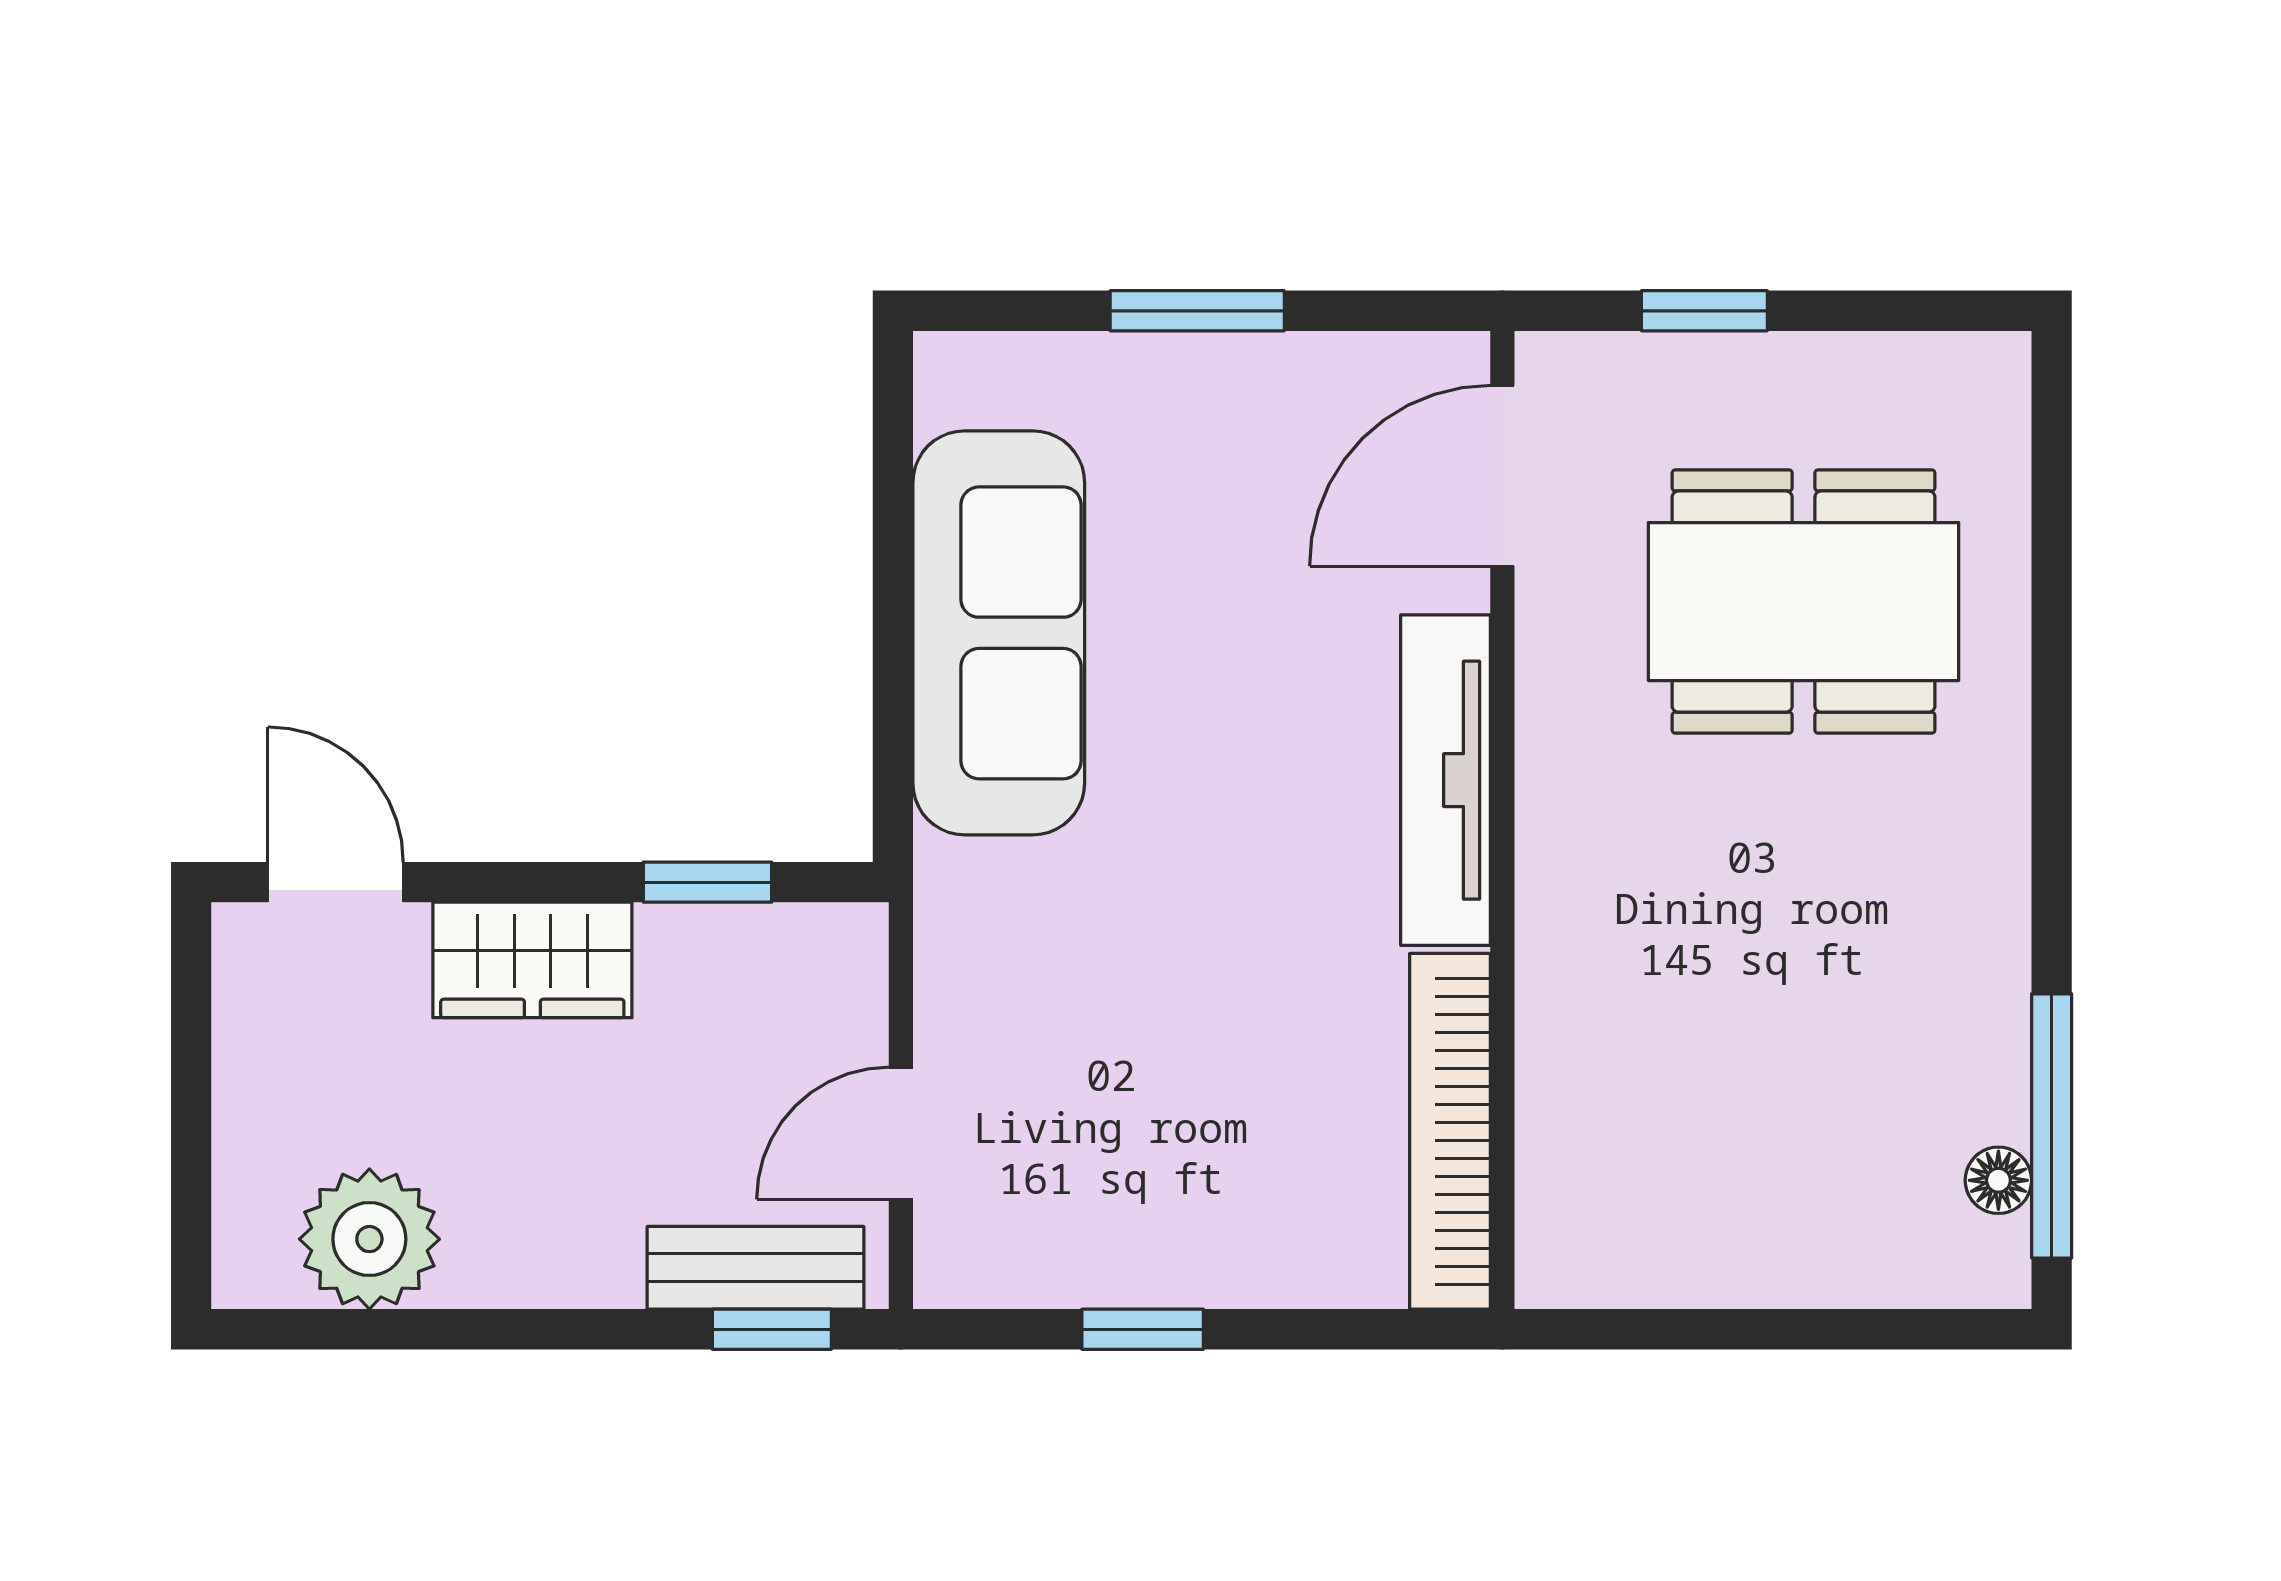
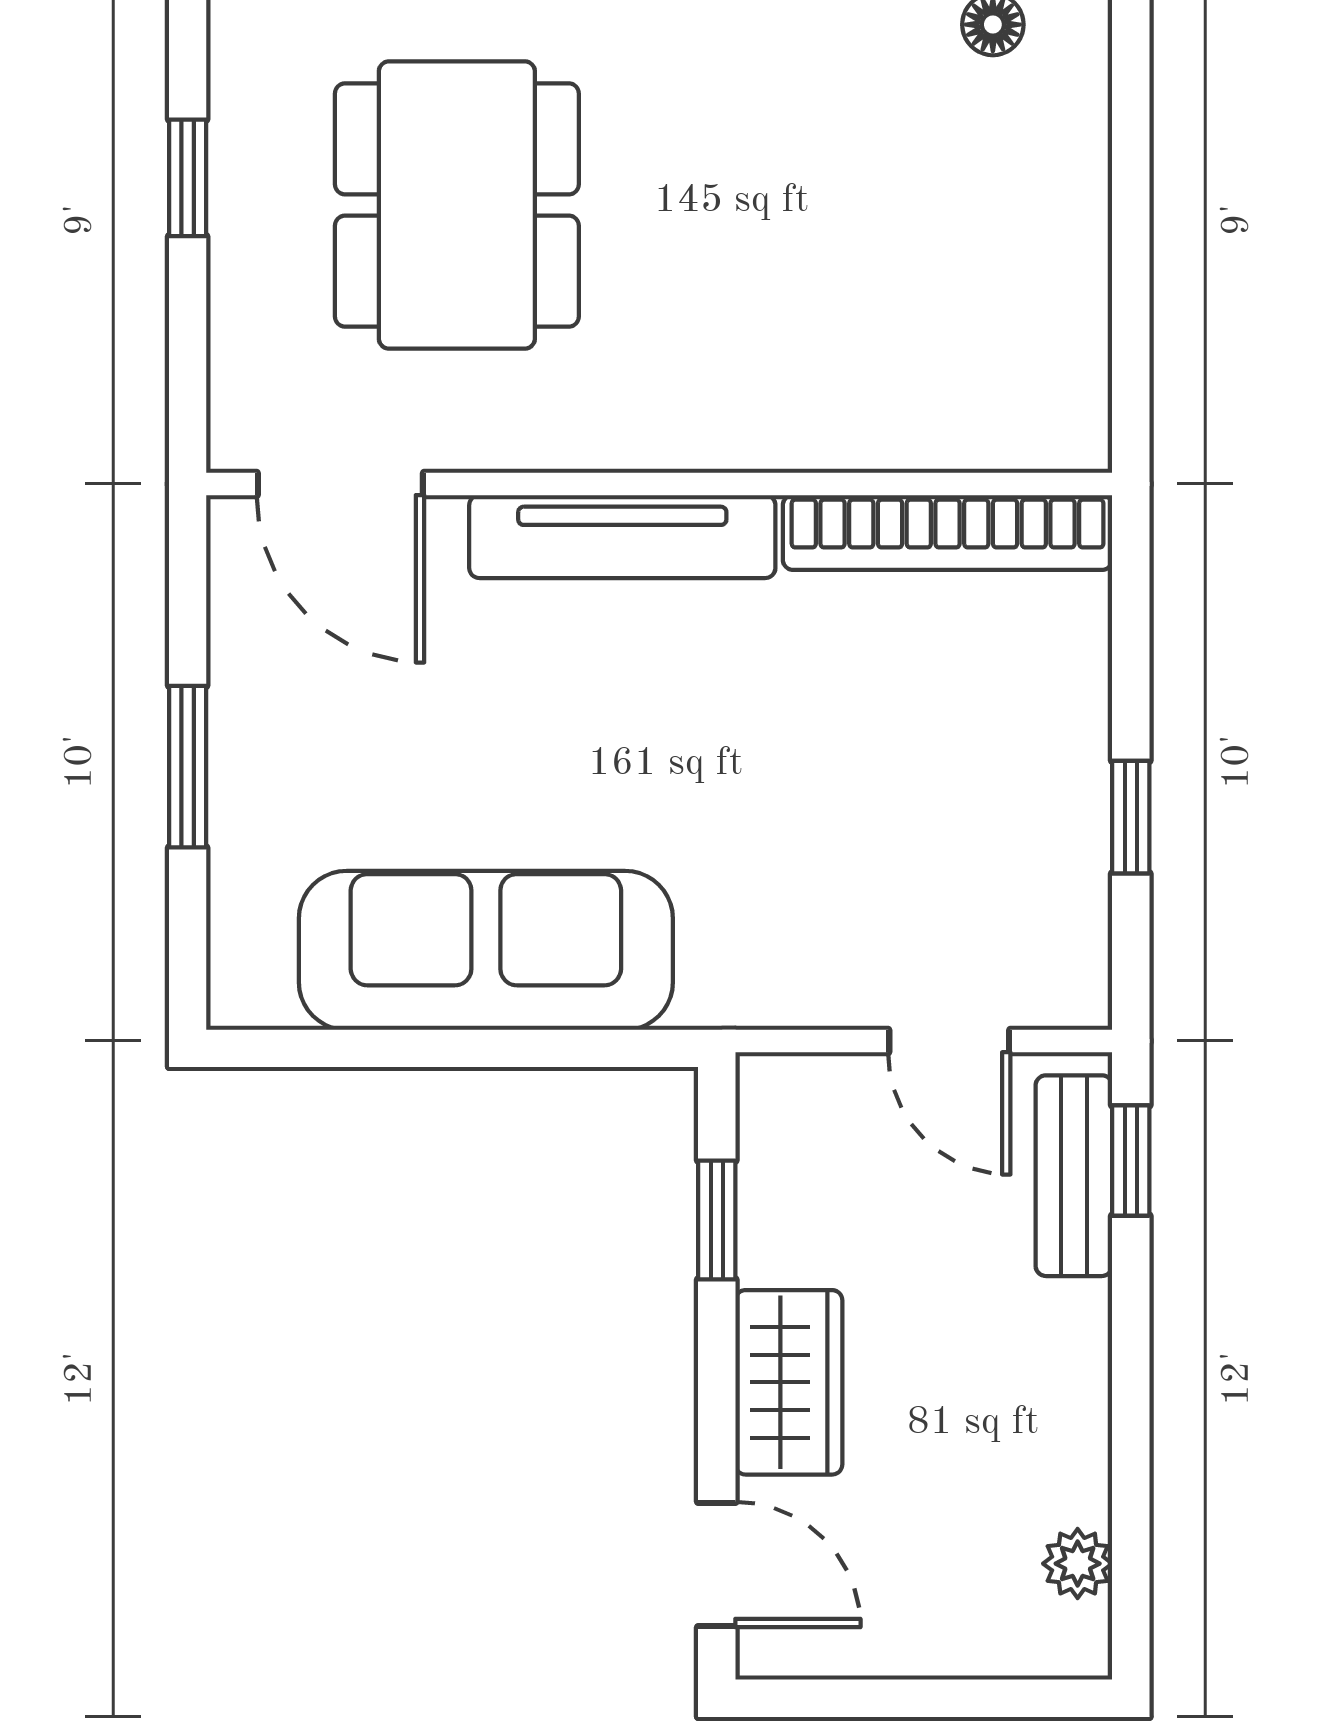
window: (1704, 311) -> (188, 178), moved
door: (336, 882) -> (717, 1565), swing flipped
plant: (369, 1239) -> (1078, 1564), width x0.53, depth x0.53

